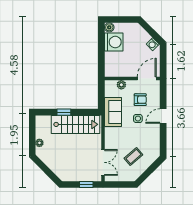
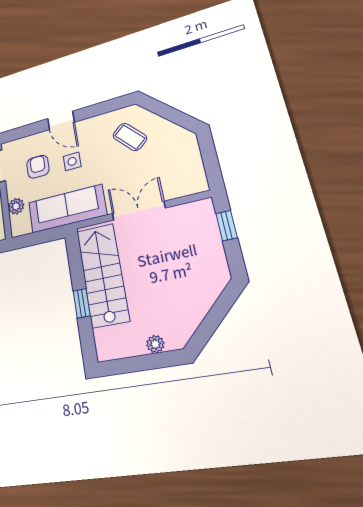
sofa: (113, 112) -> (67, 209), width x1.36
coffee table: (133, 156) -> (130, 137), moved
double door: (103, 162) -> (139, 211), moved

